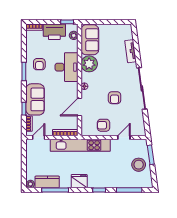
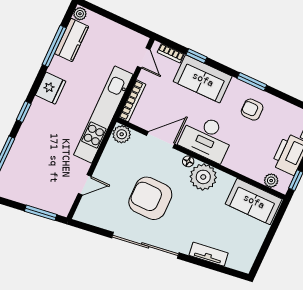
plant: (89, 64) -> (203, 177), moved
desk: (67, 67) -> (207, 138), moved
armchair: (115, 98) -> (150, 198), width x1.88, depth x1.88
door: (79, 107) -> (161, 140), hinge flipped
armchair: (103, 125) -> (117, 163), removed
plant: (86, 130) -> (122, 134), added
door: (124, 137) -> (85, 185), hinge flipped
stool: (139, 165) -> (34, 188), removed

